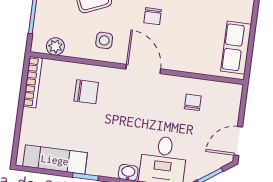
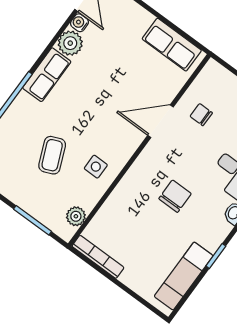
chair: (153, 16) -> (98, 108), removed
door: (143, 69) -> (161, 121), moved
chair: (86, 92) -> (175, 196), moved

